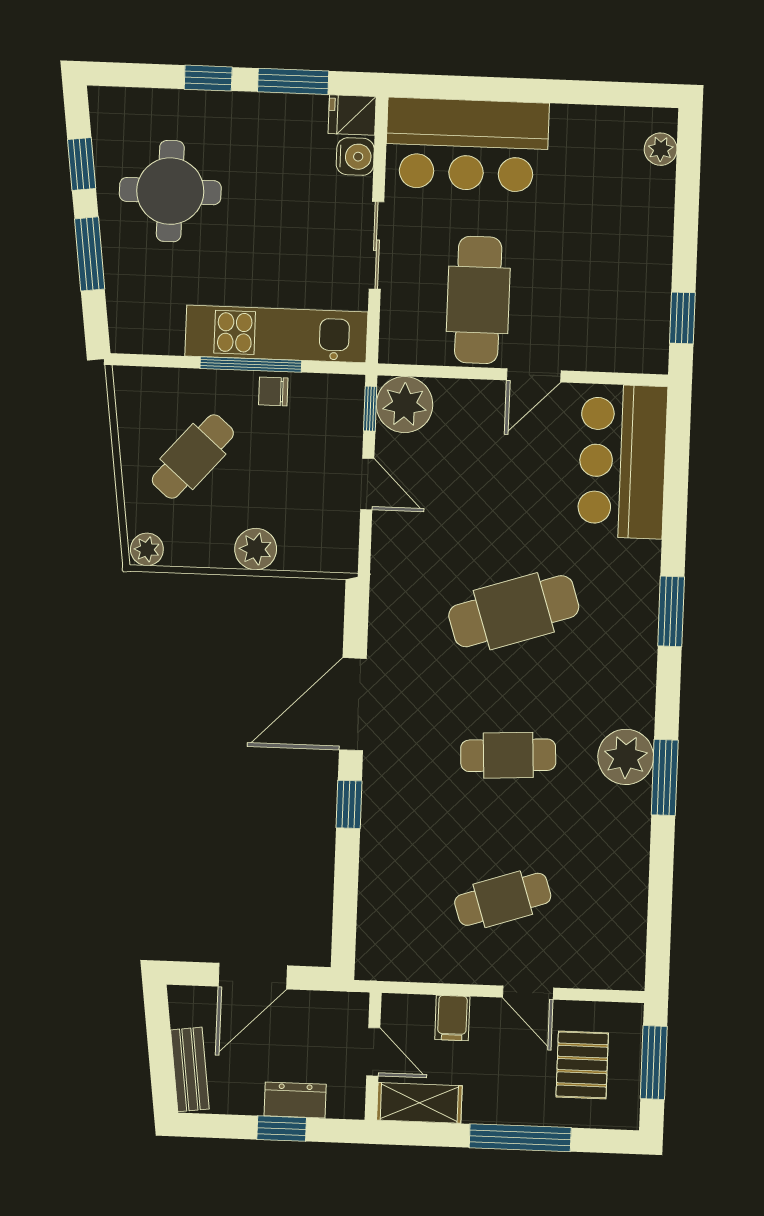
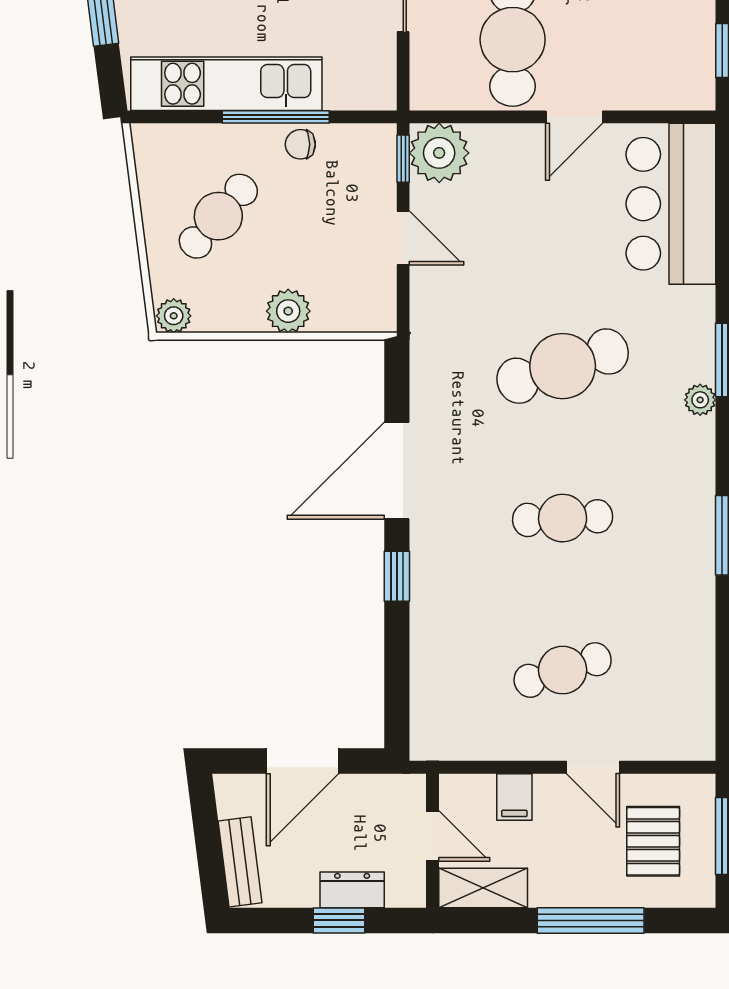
kitchen unit: (276, 334) -> (226, 84), moved
plant: (626, 757) -> (700, 400), moved, width x0.53, depth x0.53

